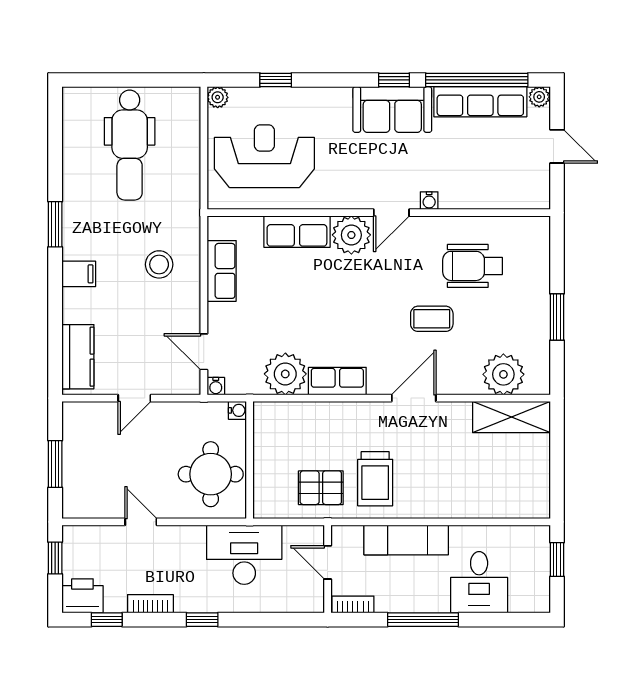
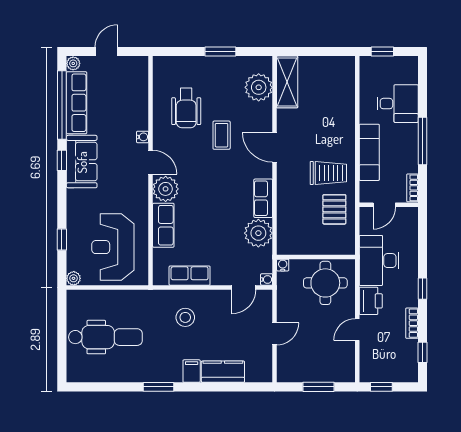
kitchen counter: (78, 357) -> (223, 372), moved
door: (134, 398) -> (275, 334), hinge flipped
printer: (82, 596) -> (371, 301), moved, turned 180

